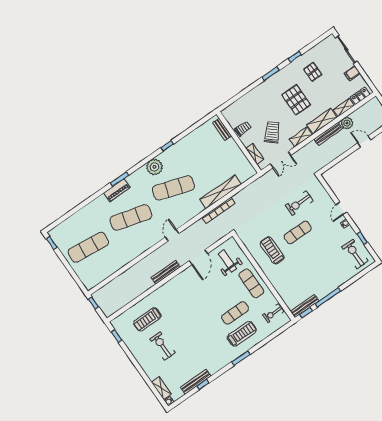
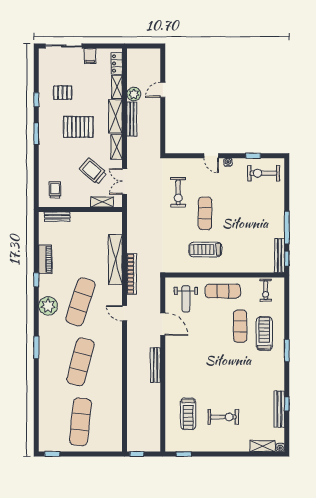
trolley: (243, 129) -> (55, 190), moved
double door: (281, 160) -> (125, 181), swing flipped
piano: (117, 190) -> (45, 259), moved
door: (172, 235) -> (125, 313), moved
weight bench: (228, 261) -> (186, 299), turned -90
exercise bike: (162, 346) -> (223, 417), turned 180

